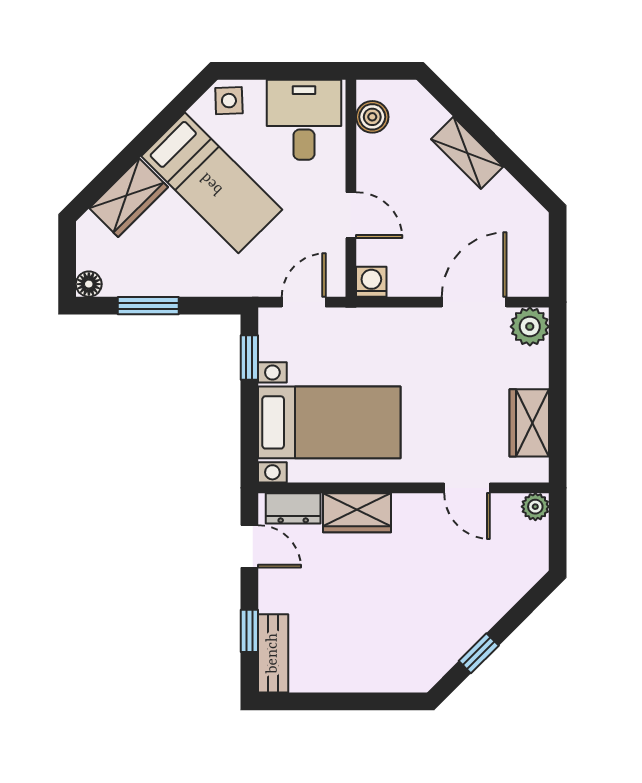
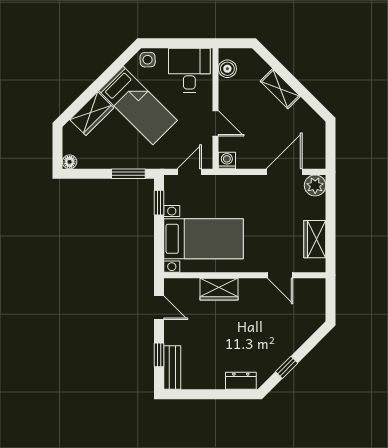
window: (148, 306) -> (128, 174), moved
plant: (535, 507) -> (318, 286), removed
dresser: (293, 508) -> (241, 381), moved, turned 180

